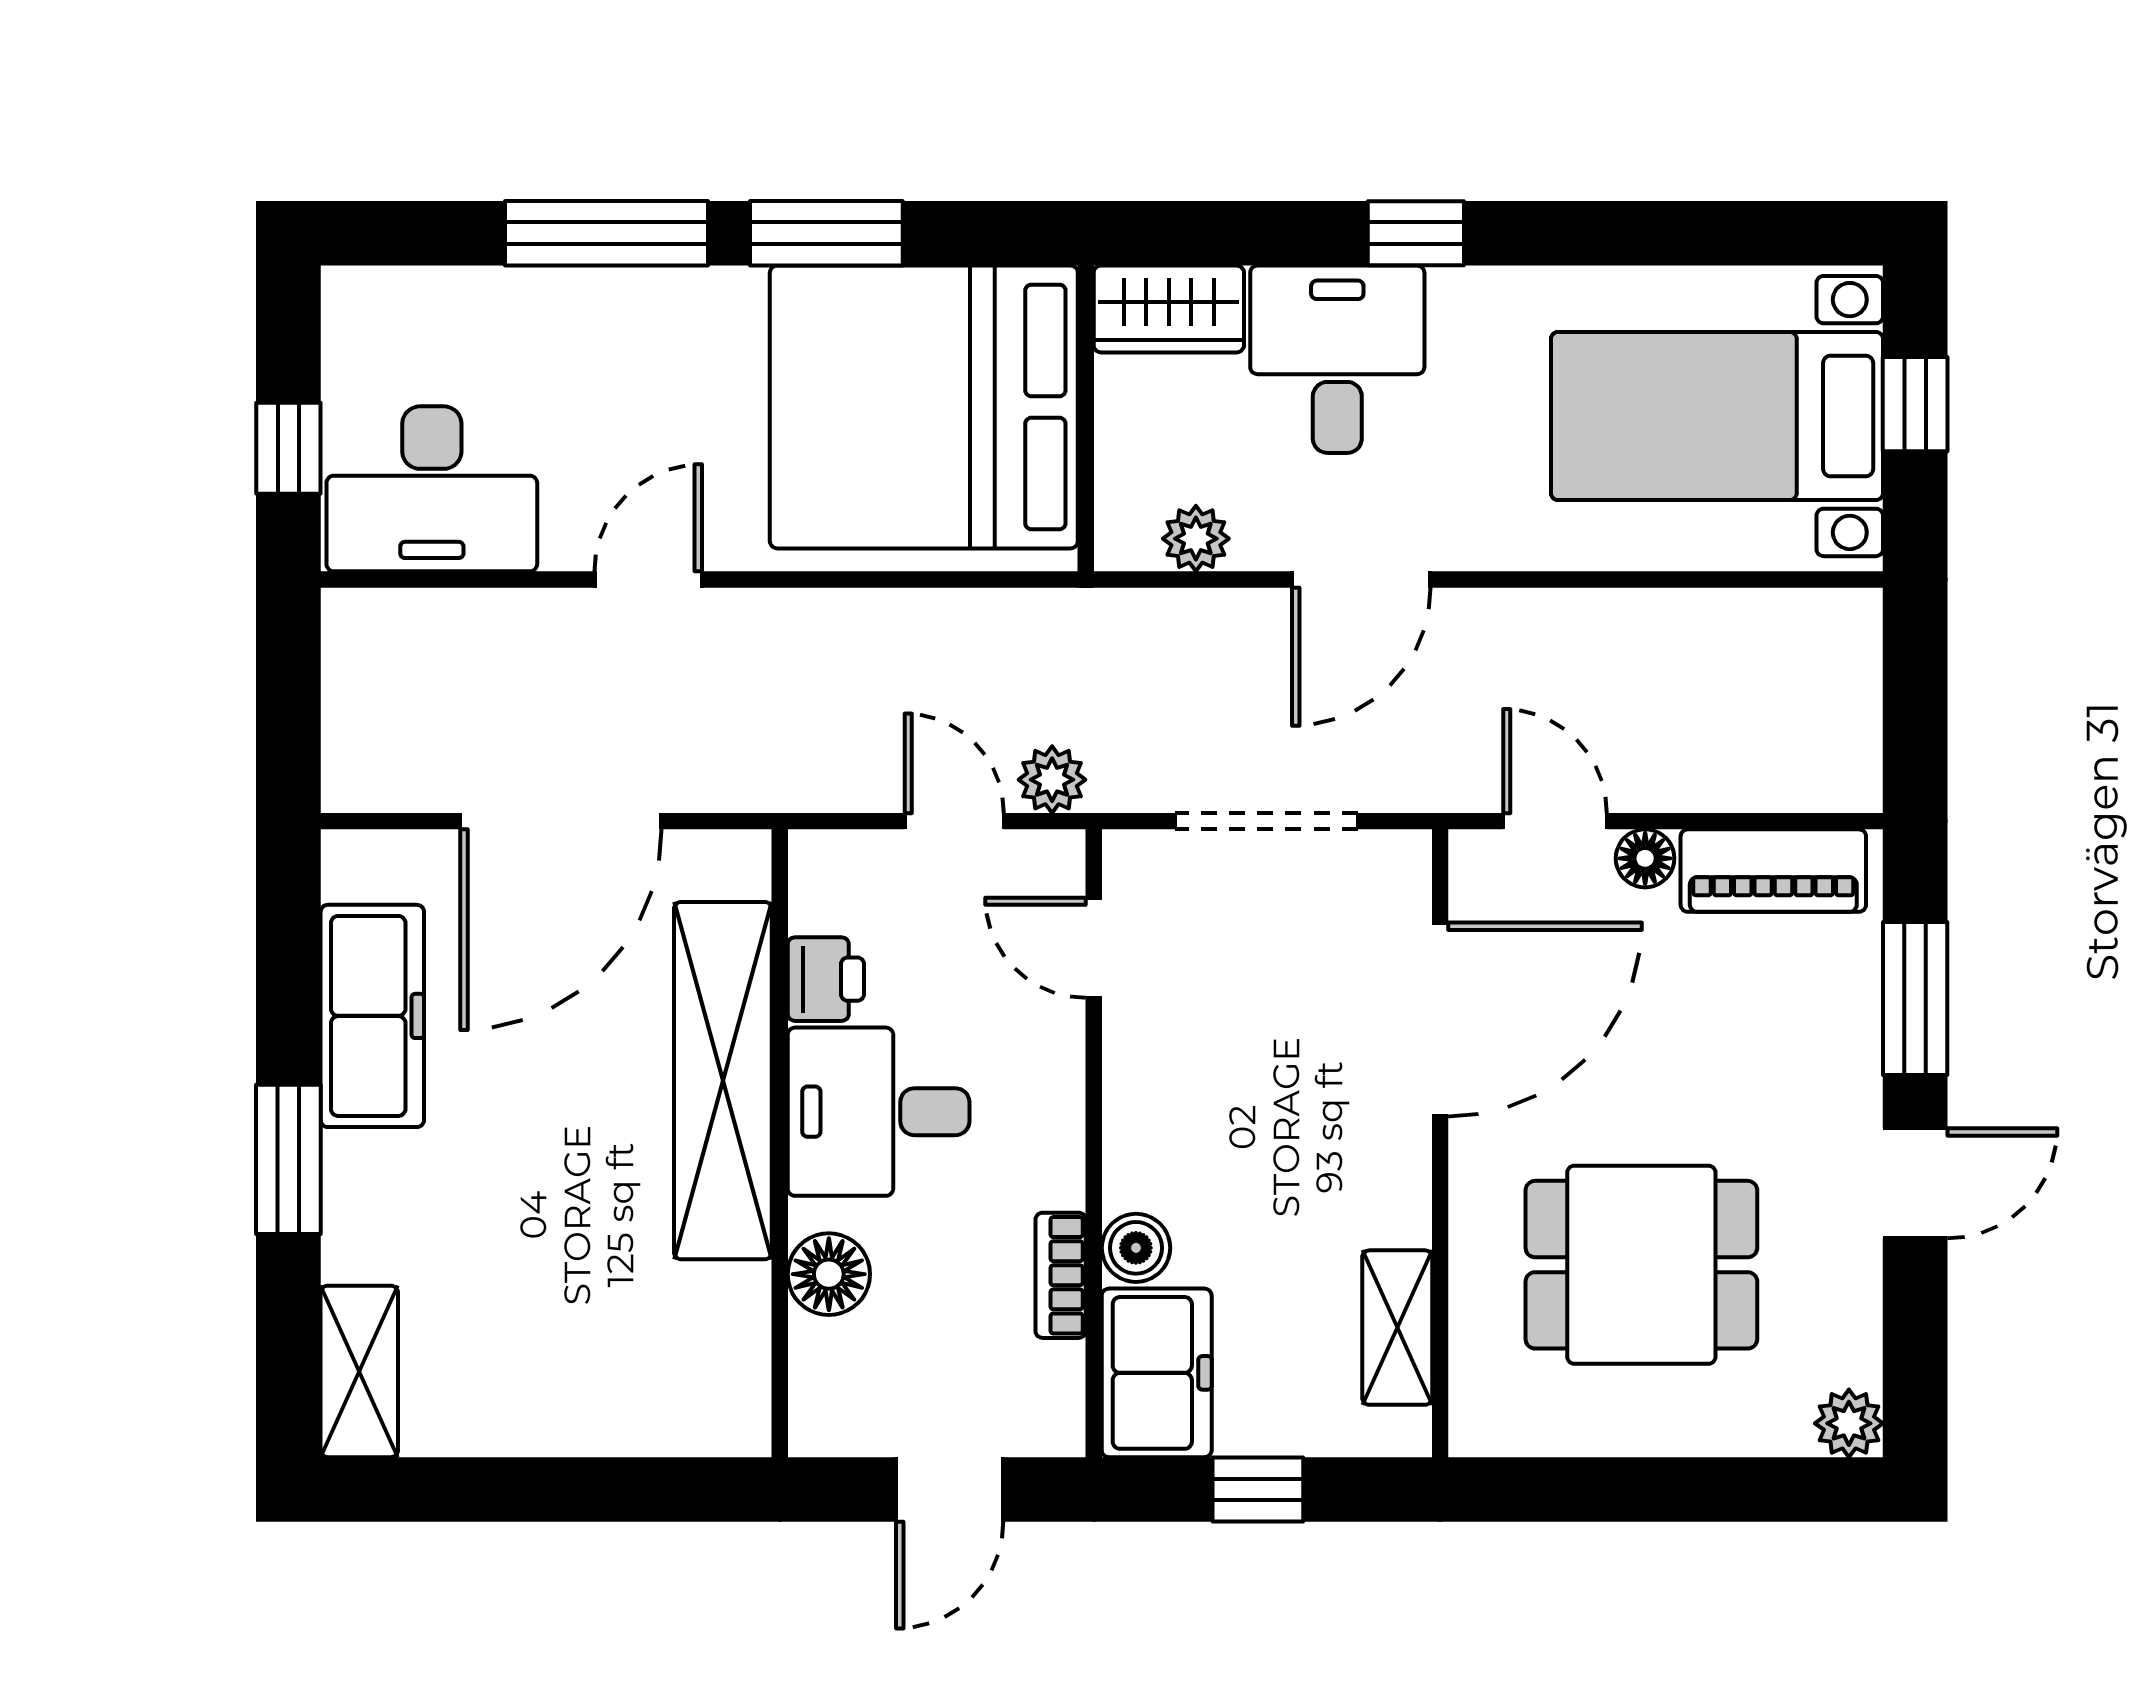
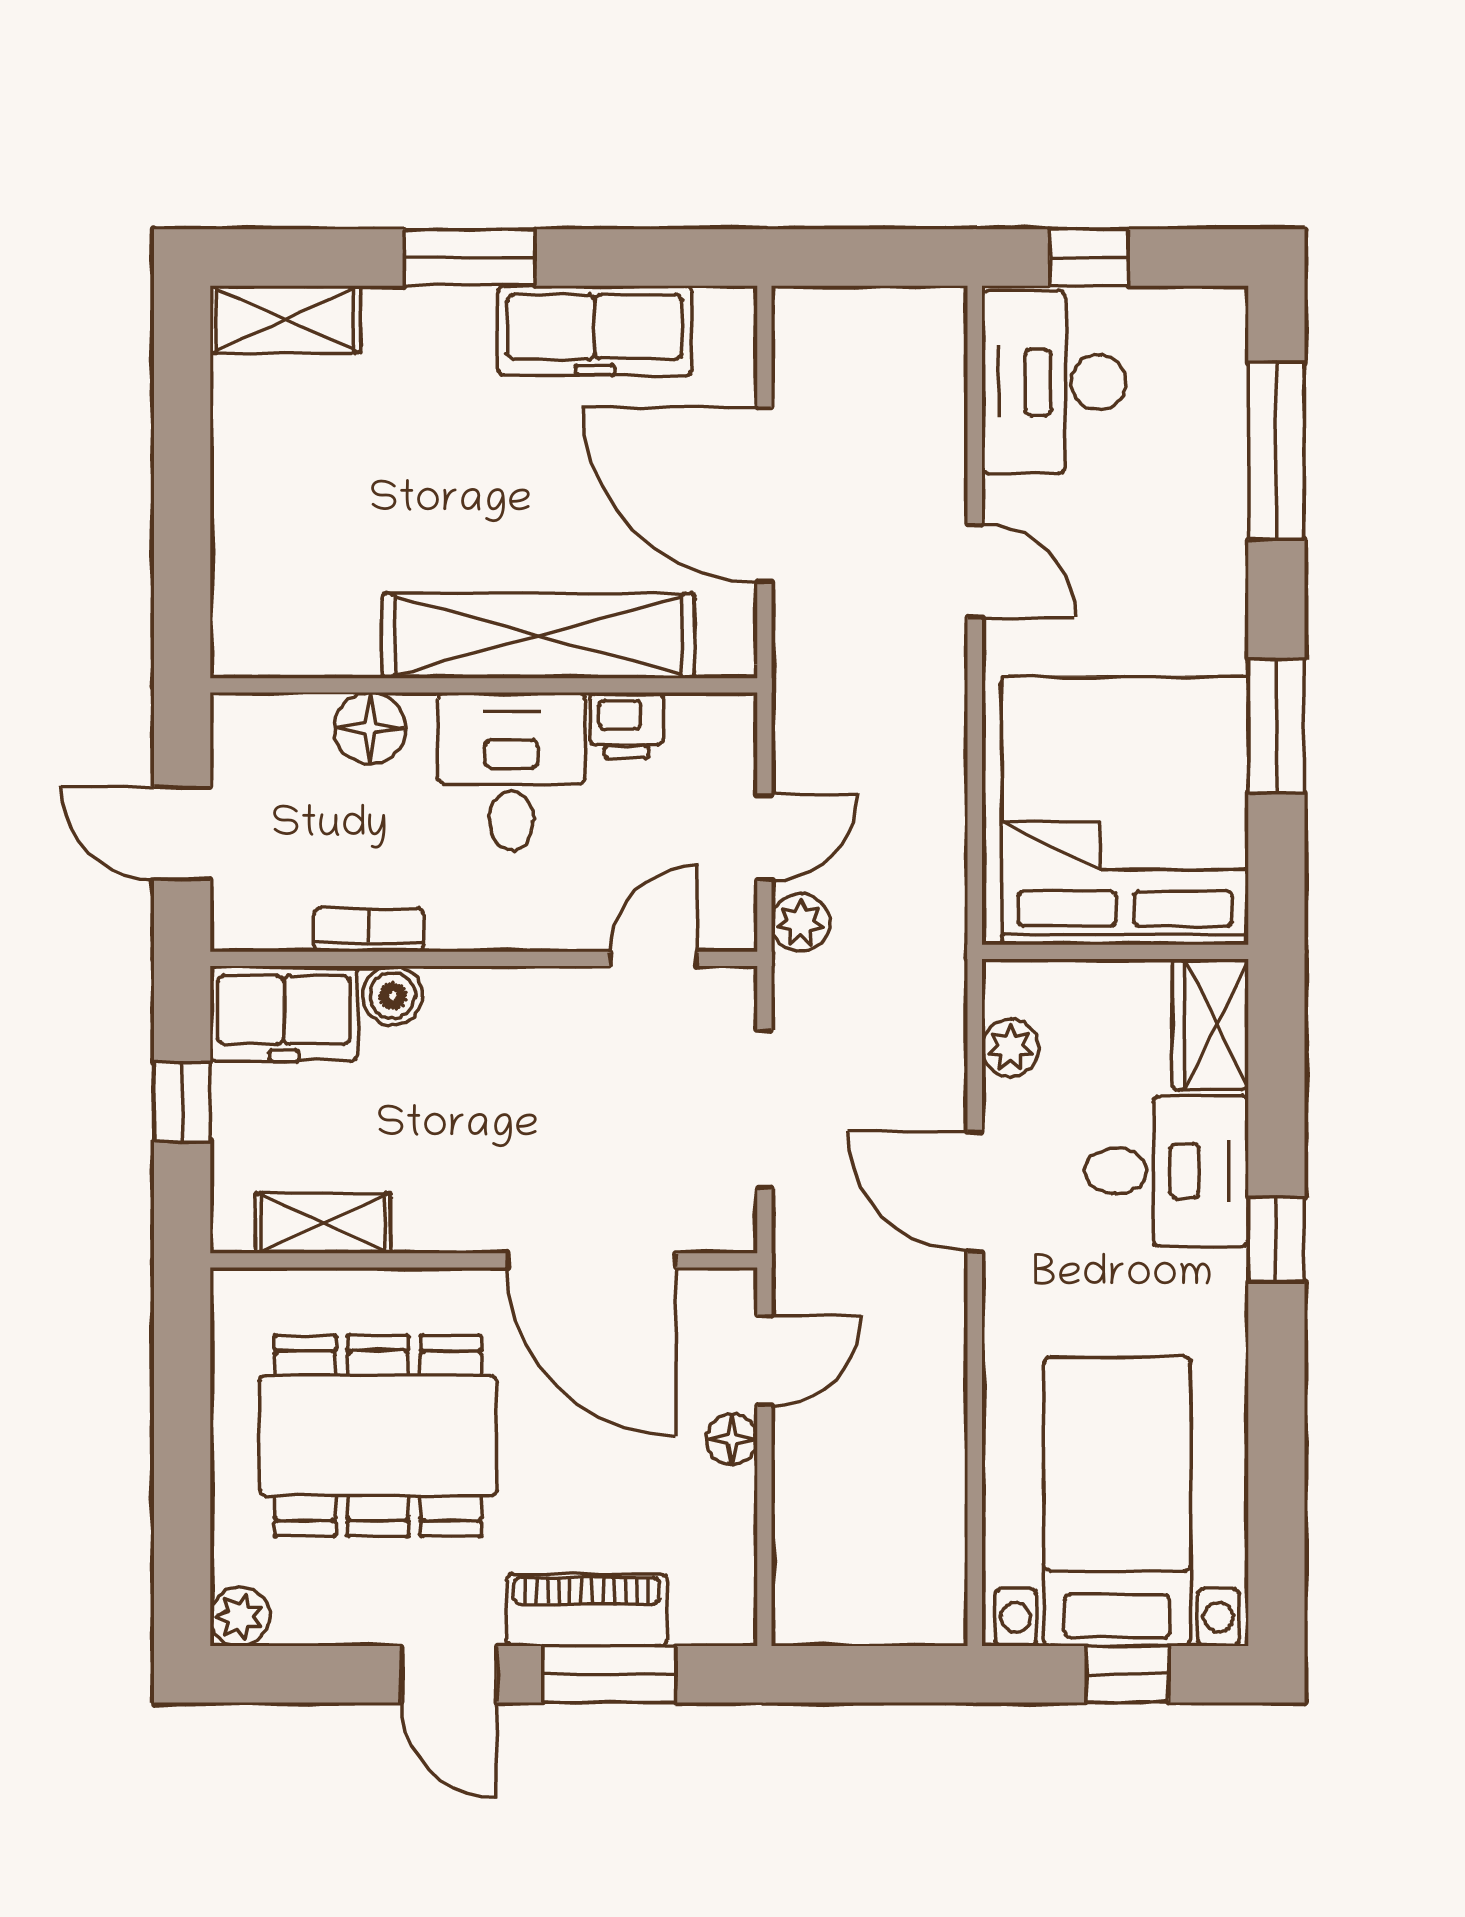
window: (606, 233) -> (1276, 451), moved
piano: (1773, 871) -> (587, 1610), moved, turned 90
dining table: (1641, 1265) -> (378, 1436), width x1.38

